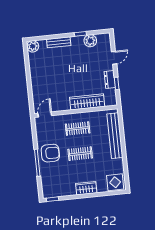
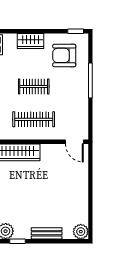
door: (45, 115) -> (74, 142), hinge flipped
clothes rail: (78, 129) -> (34, 119), width x1.36
armchair: (50, 153) -> (64, 55), moved

